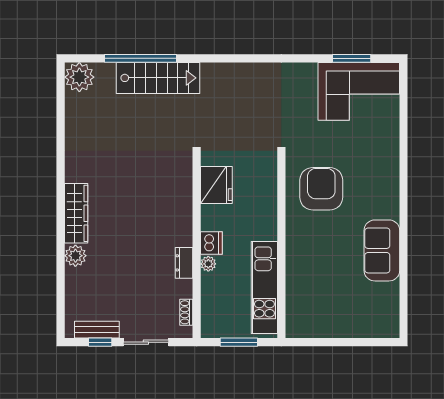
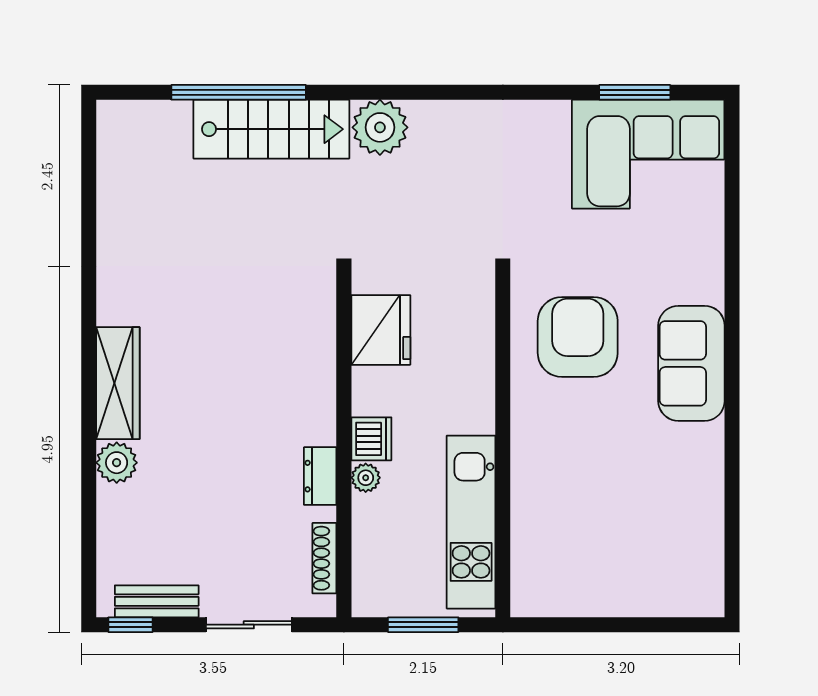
plant: (79, 77) -> (380, 127), moved
sofa: (382, 250) -> (691, 363), moved
shoe rack: (186, 312) -> (324, 558), width x1.43
window: (100, 342) -> (131, 625), moved

